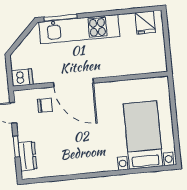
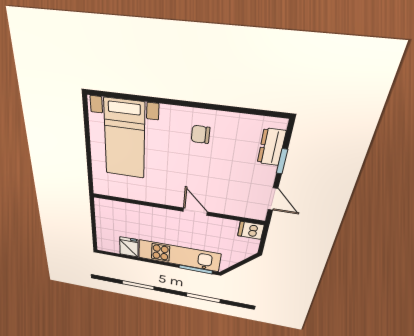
fridge: (145, 23) -> (129, 247), moved
door: (73, 83) -> (195, 212), width x0.53
chair: (45, 105) -> (200, 134), moved

